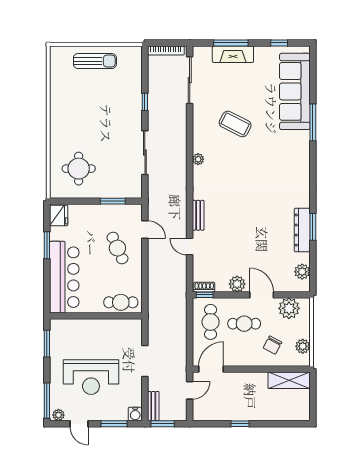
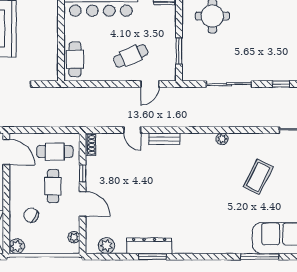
door: (190, 247) -> (132, 130), swing flipped
plant: (237, 284) -> (94, 179), removed
window: (205, 295) -> (83, 173), moved
door: (262, 295) -> (83, 204), hinge flipped
plant: (289, 308) -> (74, 237), width x0.53, depth x0.53
plant: (303, 346) -> (17, 246), moved

